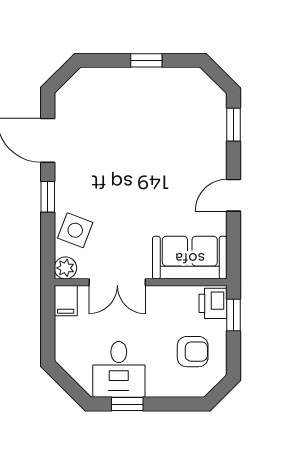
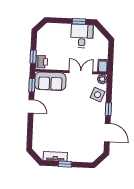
tv unit: (170, 78) -> (55, 156), added
window: (233, 125) -> (32, 85), moved
door: (233, 195) -> (31, 106), hinge flipped
armchair: (193, 352) -> (51, 42), removed

